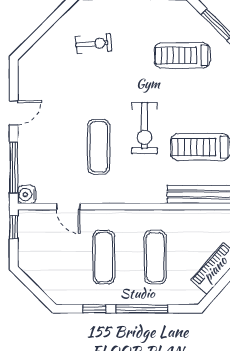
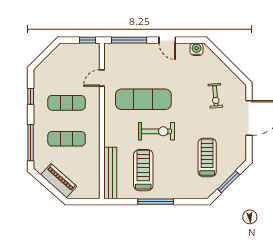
exercise bike: (145, 128) -> (156, 131), turned 180
exercise mat: (99, 147) -> (143, 99), width x1.36, depth x1.45
water cooler: (27, 195) -> (197, 49), moved
window: (142, 309) -> (31, 143), moved

